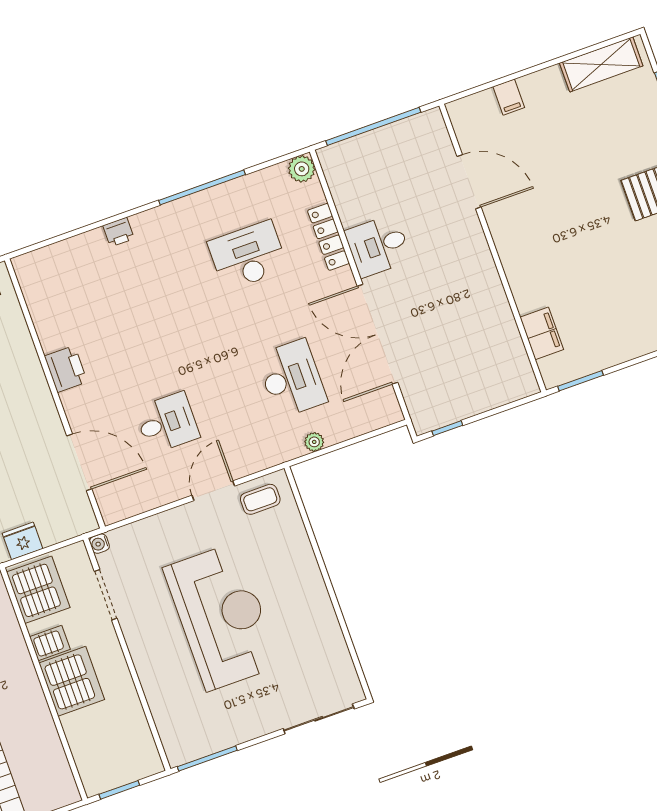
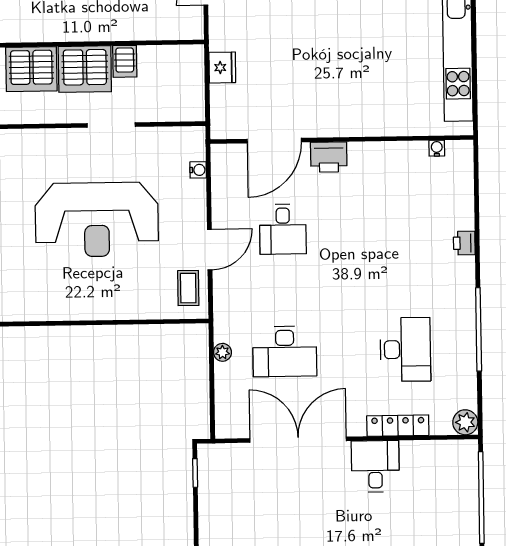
water cooler: (31, 293) -> (437, 148), added
printer: (66, 369) -> (329, 157), moved
door: (213, 491) -> (210, 250), hinge flipped
water cooler: (99, 544) -> (198, 170), moved, turned 90
server rack: (38, 590) -> (31, 69), moved
doorway: (106, 595) -> (111, 125), moved

